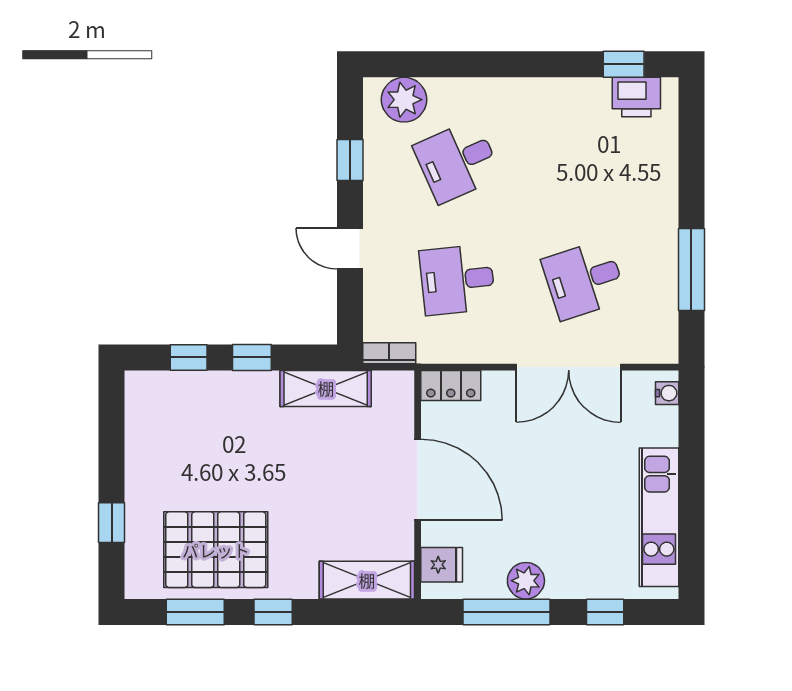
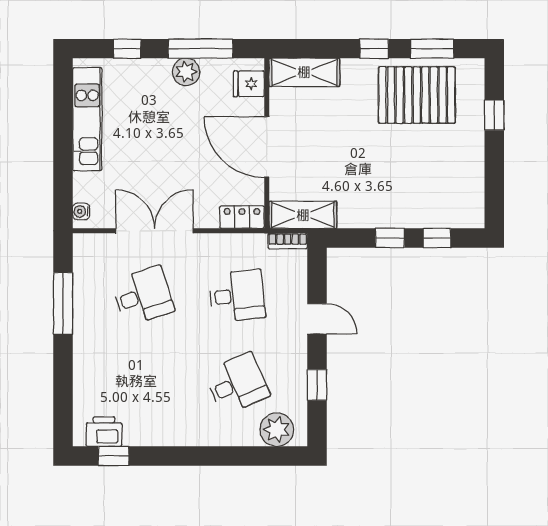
shelving: (326, 388) -> (303, 215), moved

